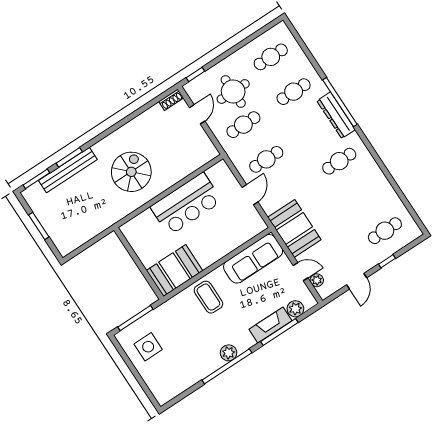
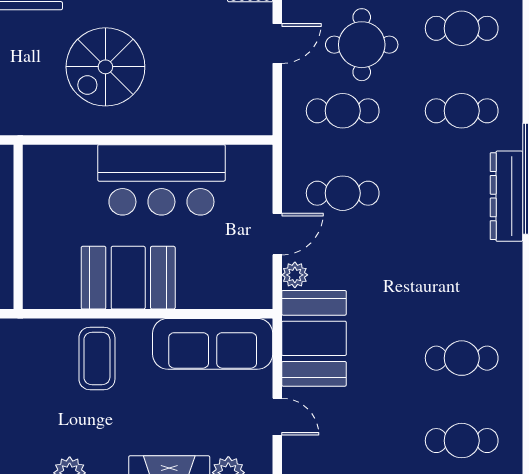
cafe table: (339, 161) -> (462, 358), moved
spiral stairs: (131, 172) -> (105, 67), turned 180
booth: (175, 271) -> (128, 278), moved
plant: (317, 280) -> (295, 275), moved

